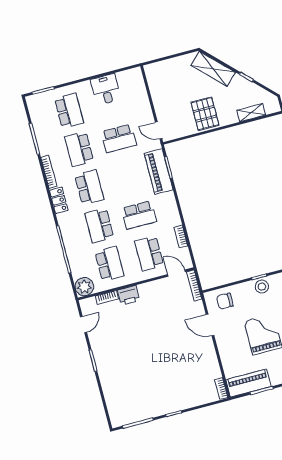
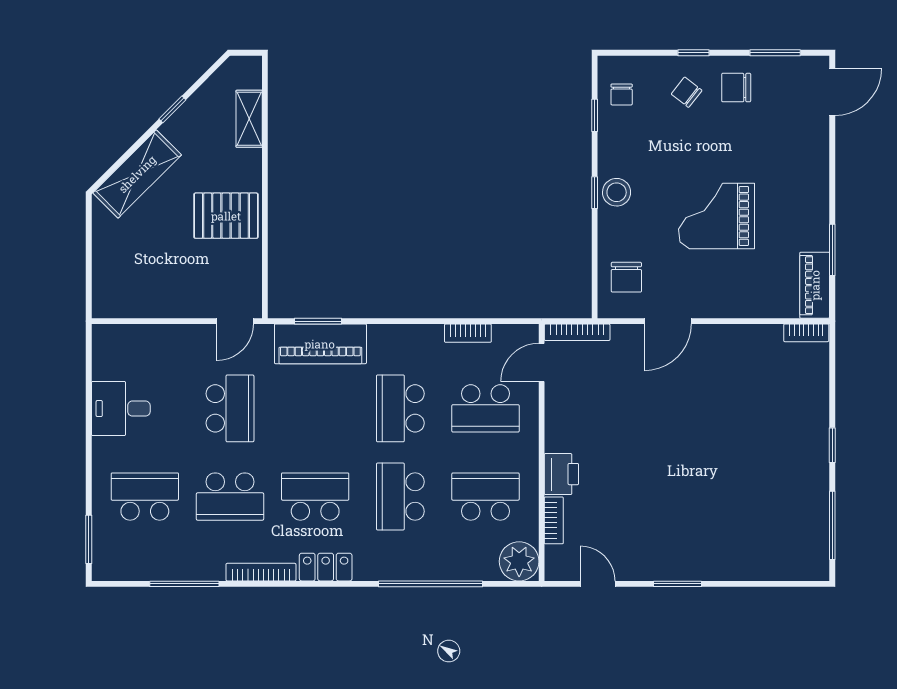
school desk: (139, 215) -> (400, 408), turned 180
school desk: (99, 226) -> (400, 497), turned 90
piano: (249, 383) -> (815, 285), width x0.73, depth x0.75

